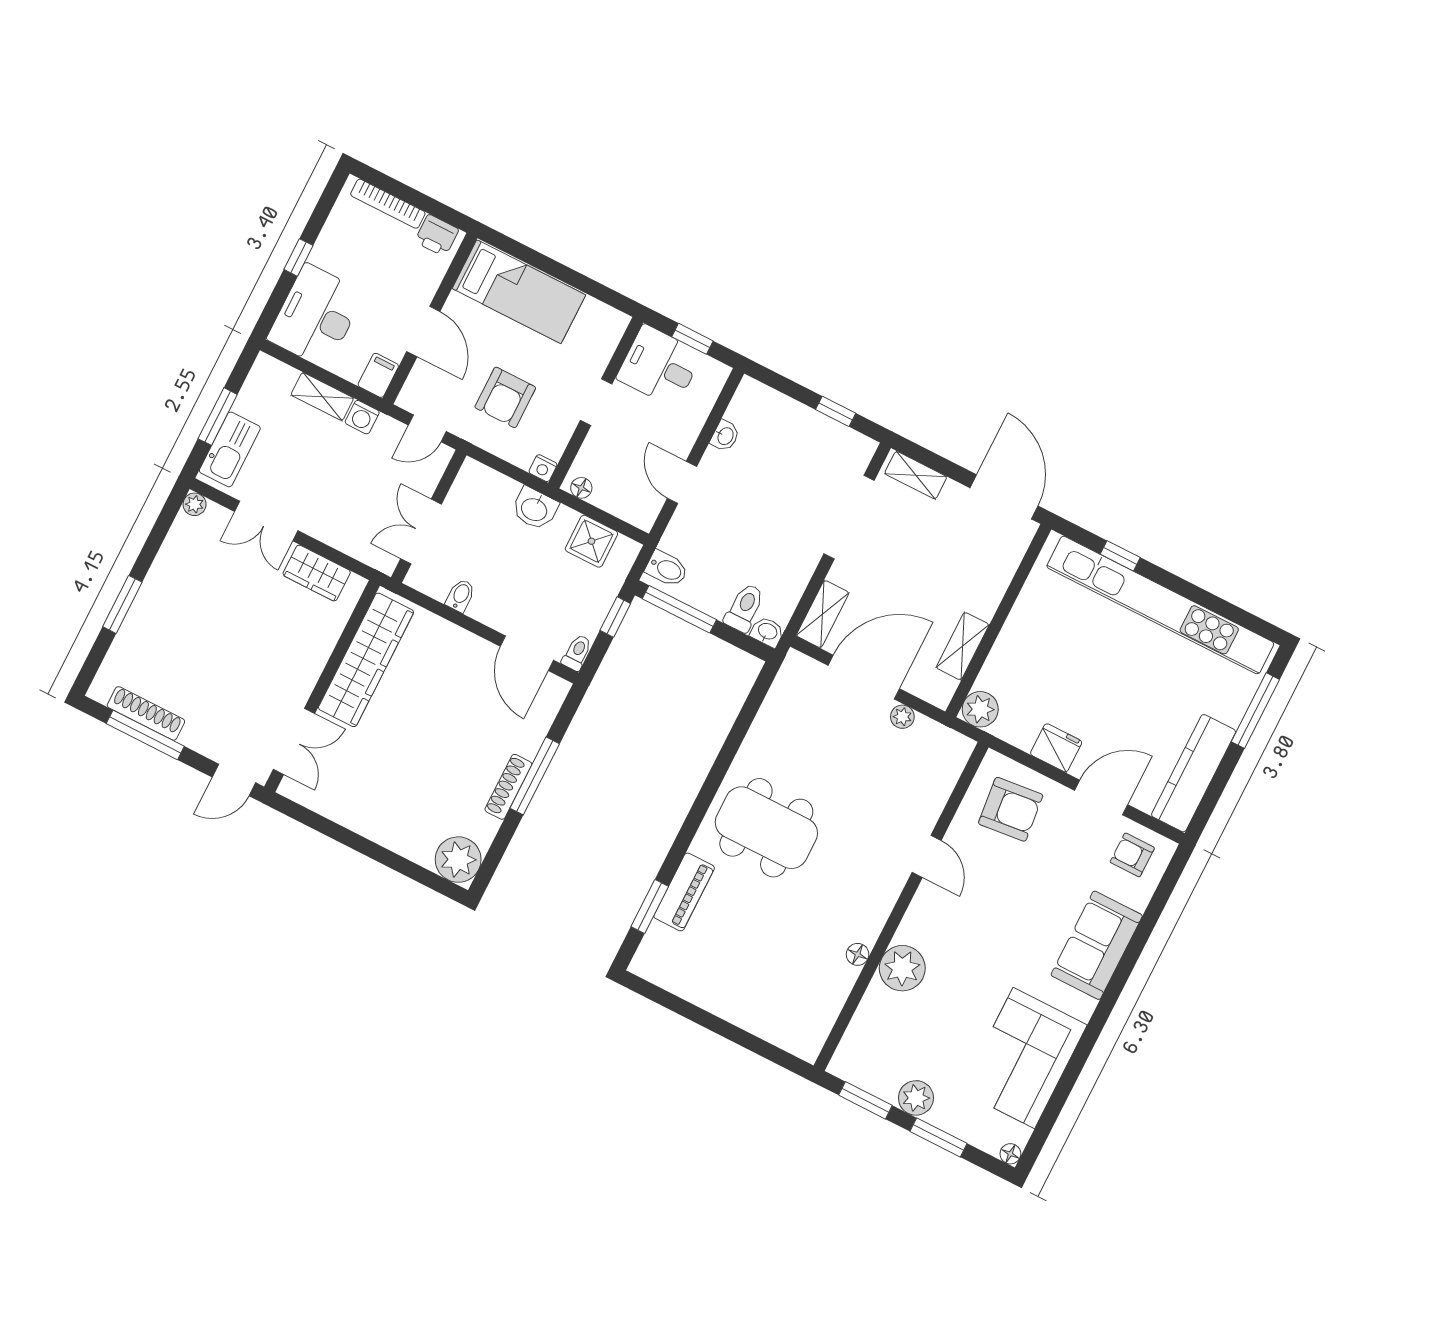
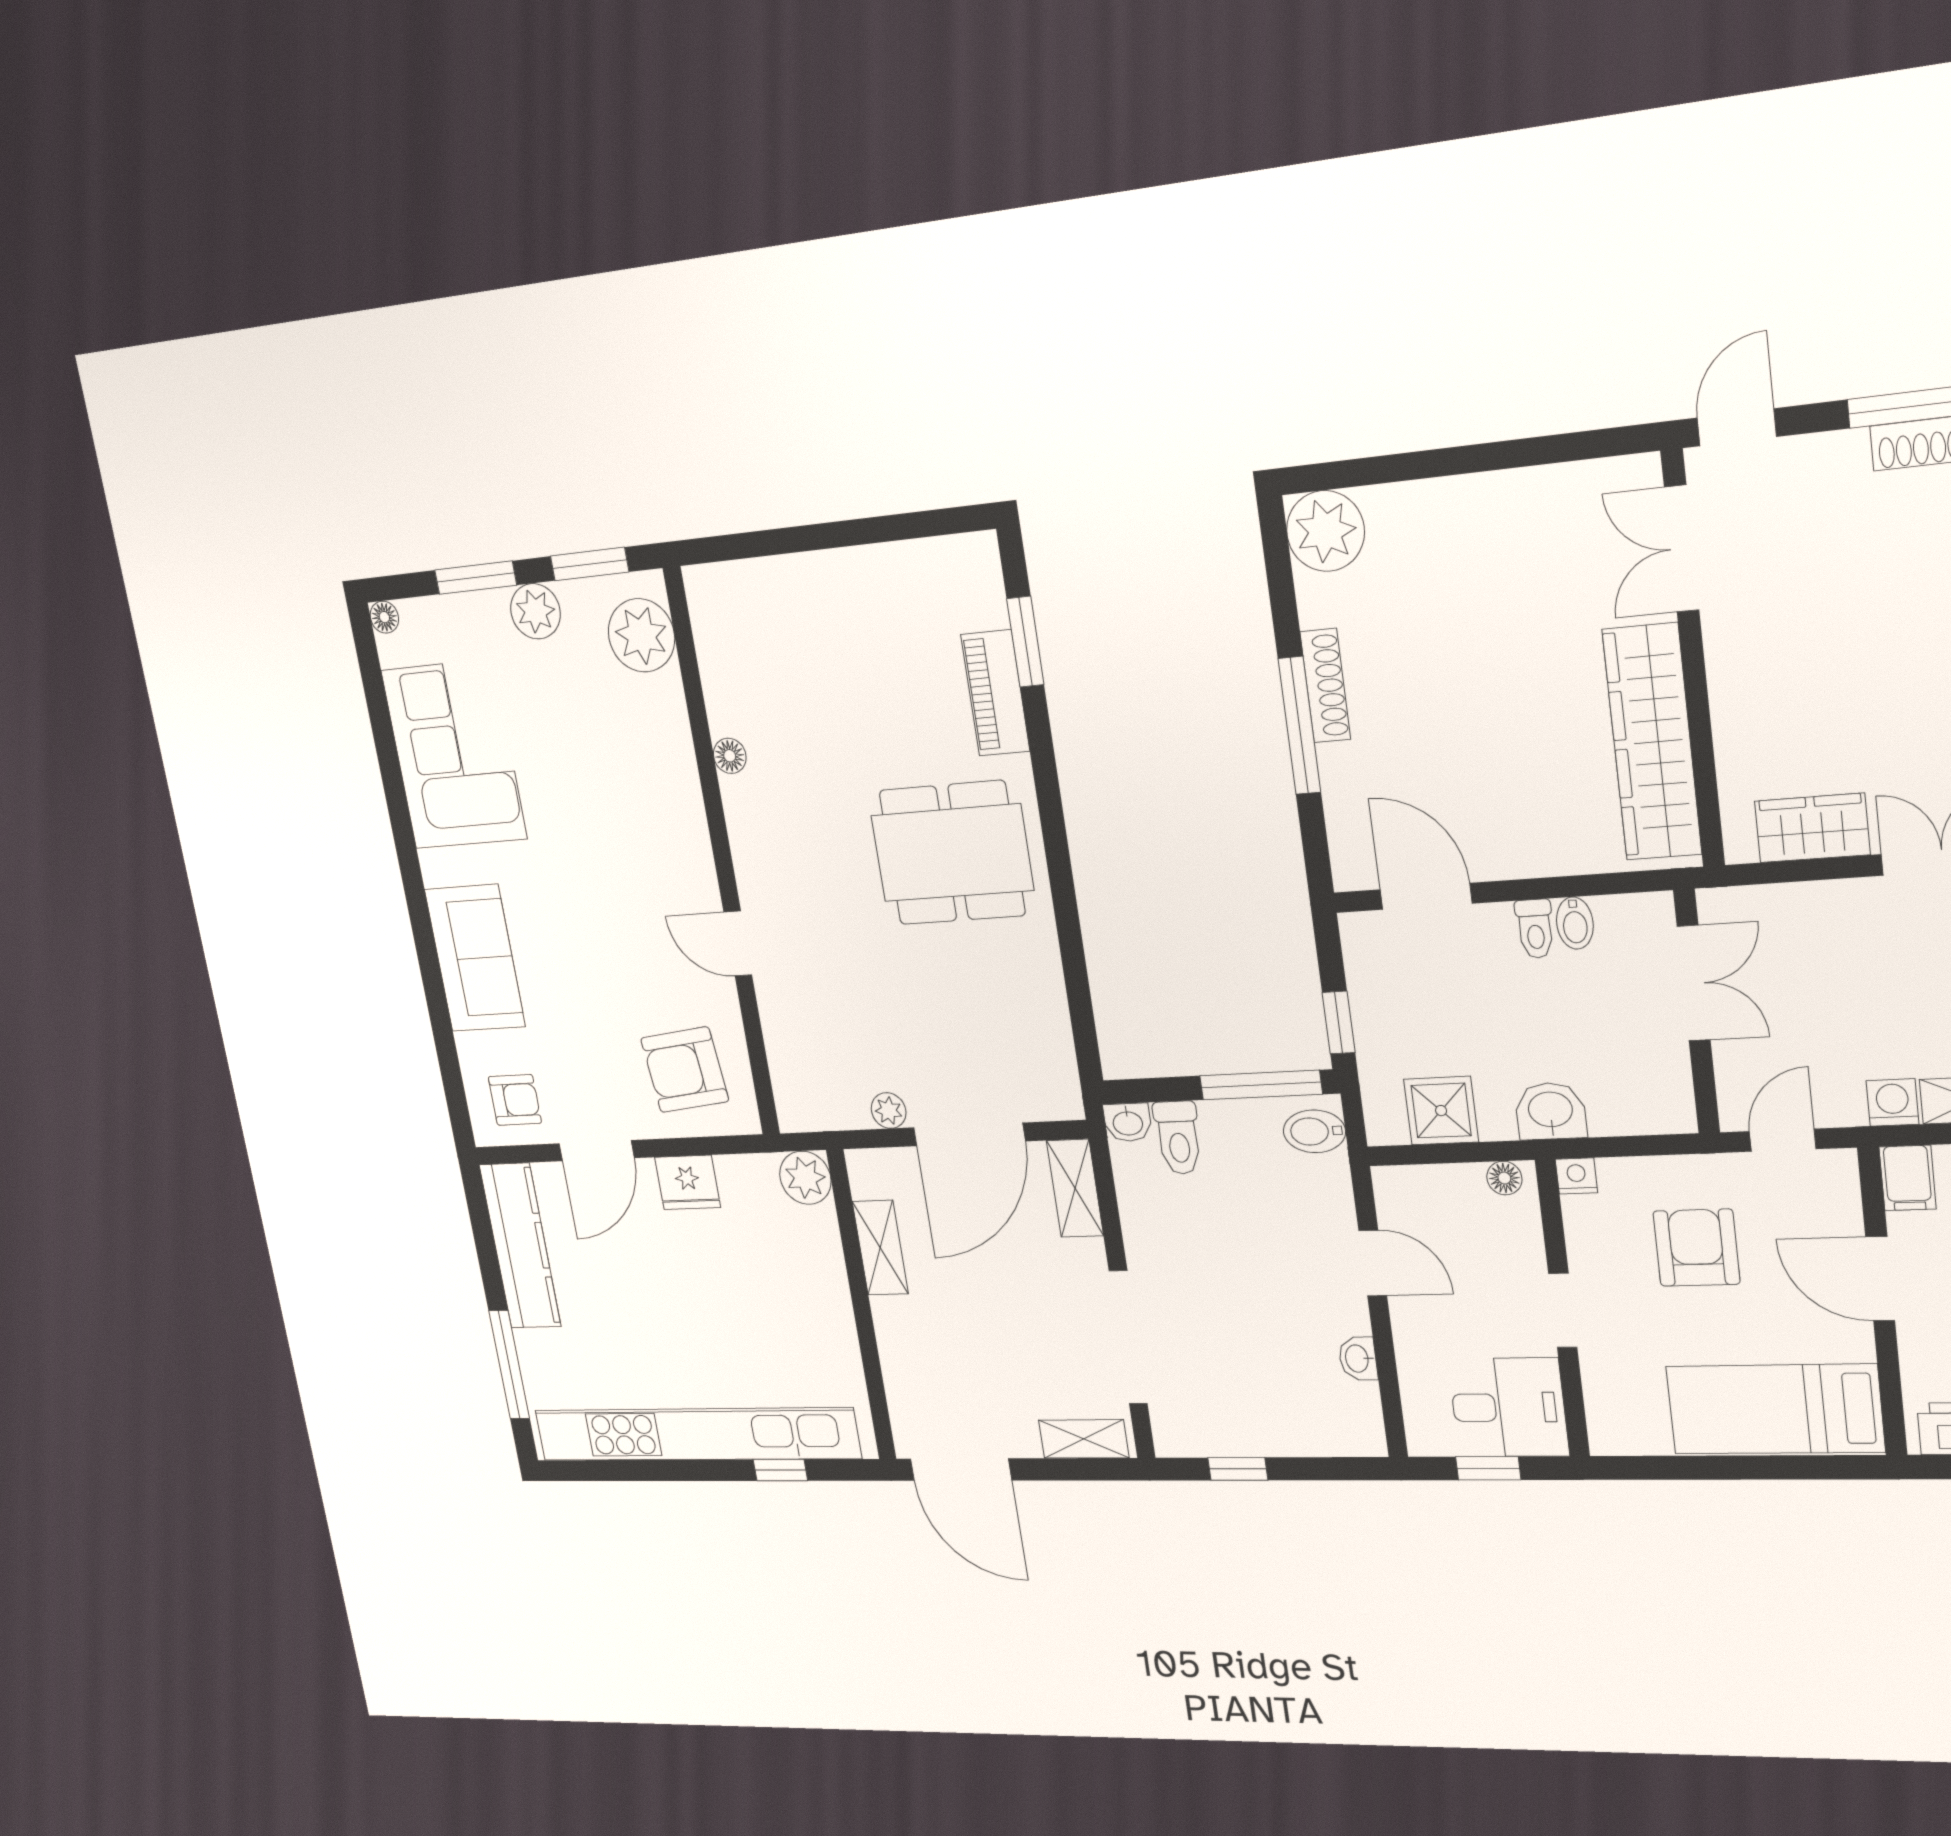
toilet: (577, 653) -> (1535, 929), moved
plant: (902, 968) -> (641, 635), moved

